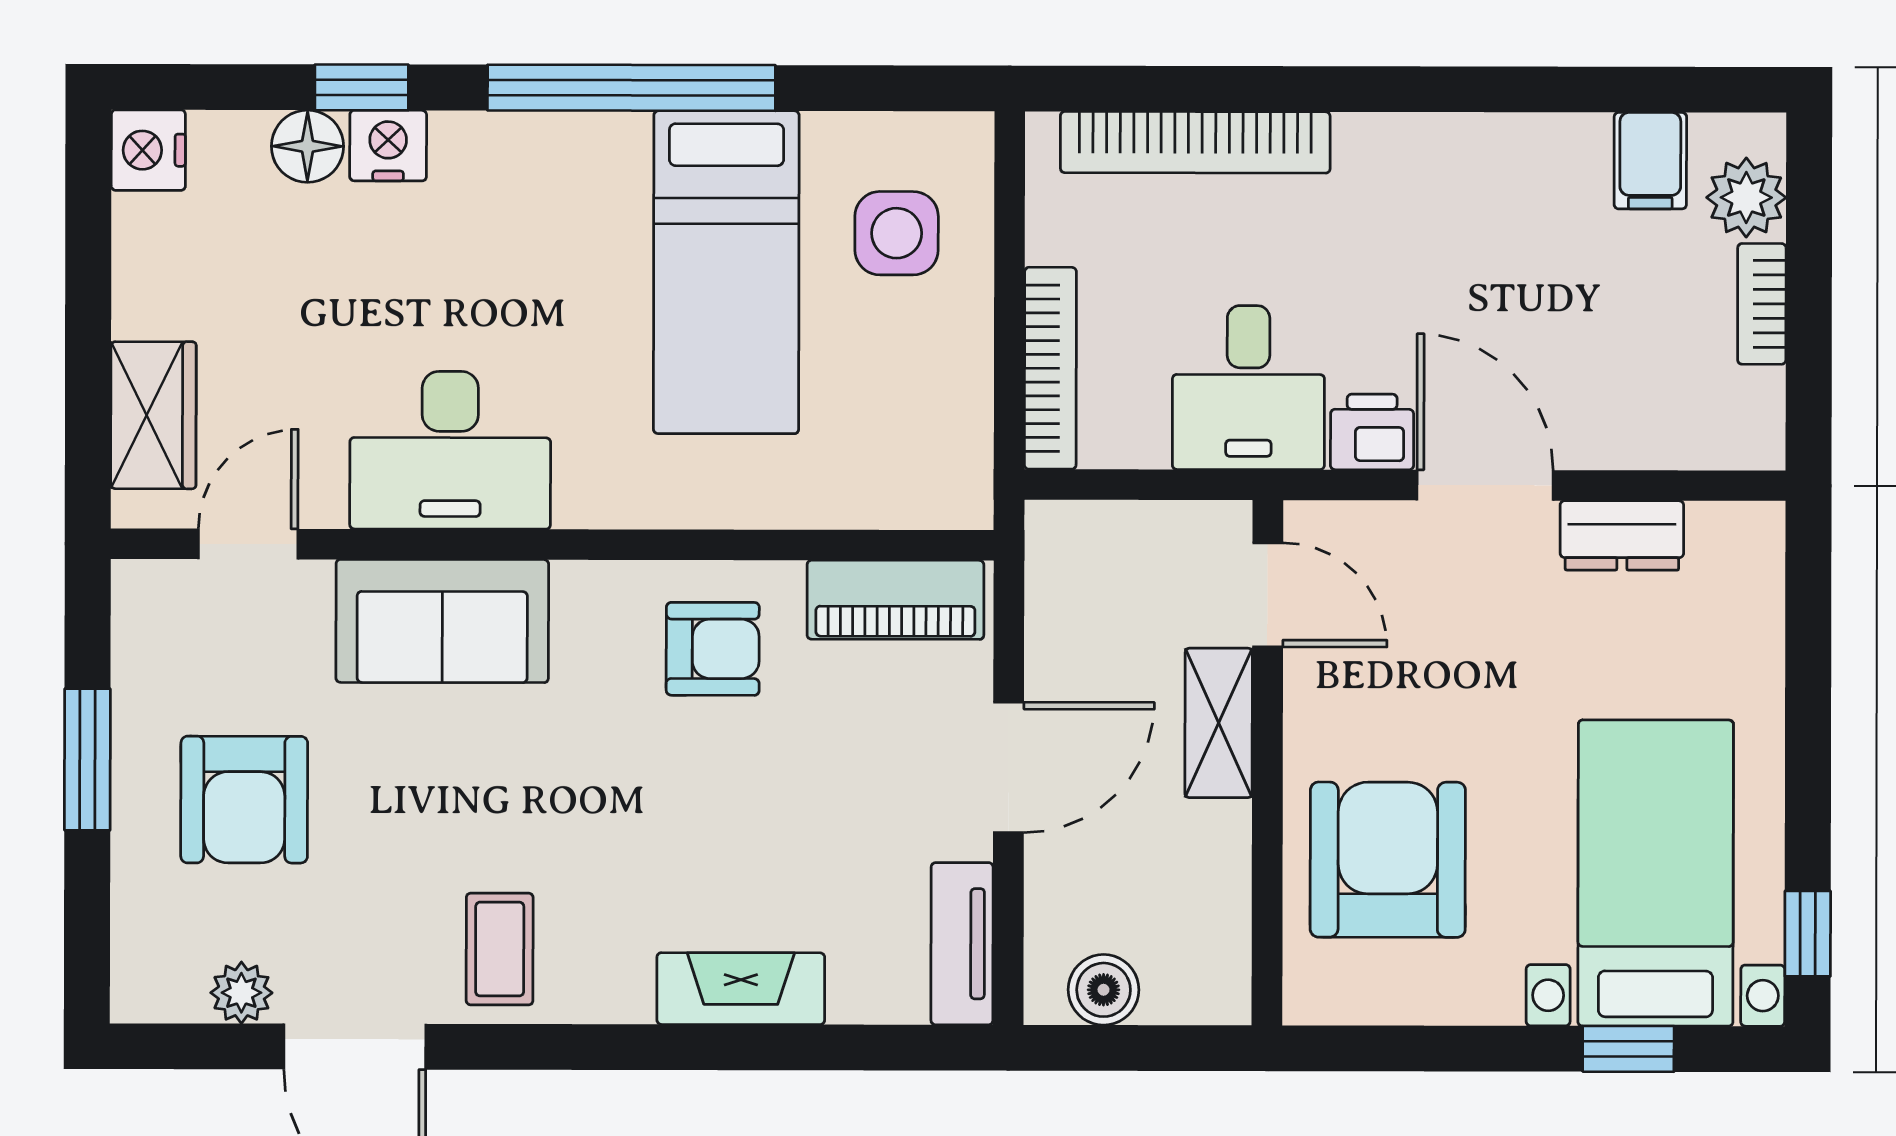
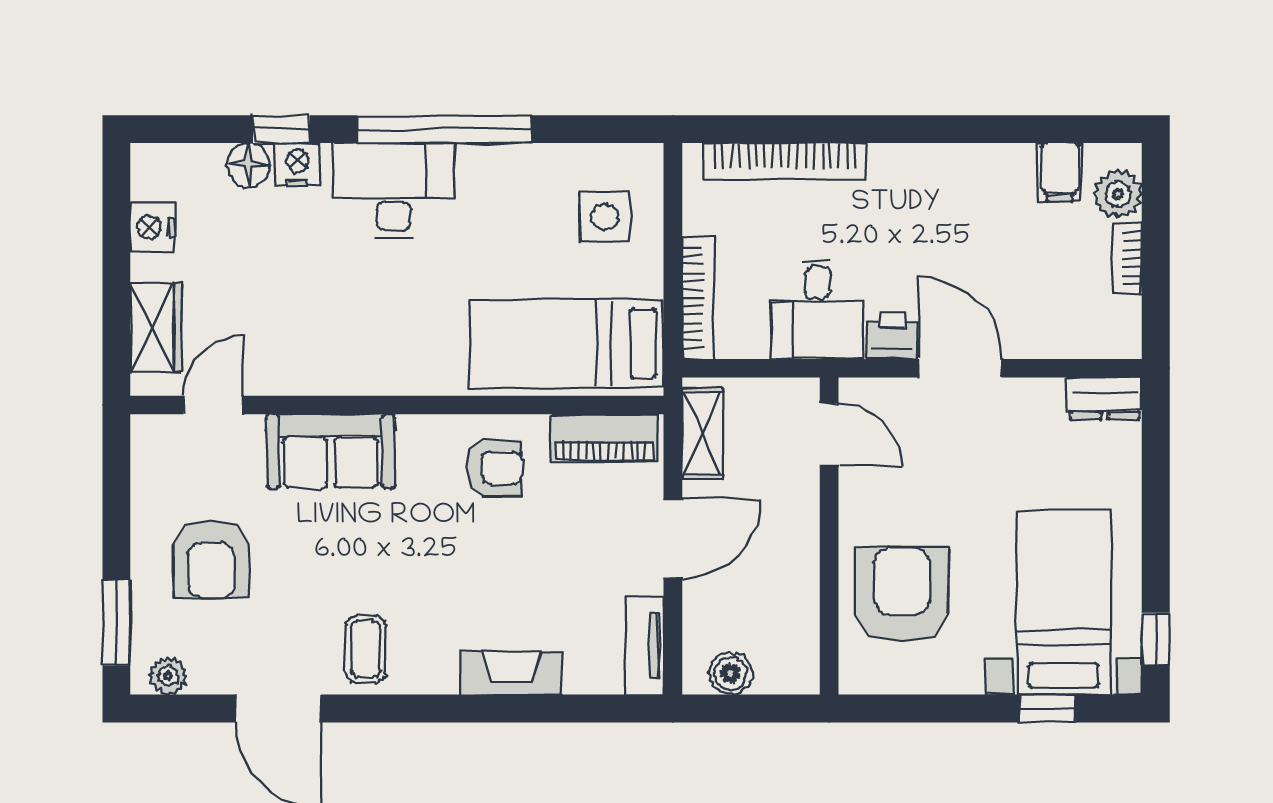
nightstand: (148, 150) -> (153, 227), moved
bed: (726, 272) -> (566, 343), moved, turned 90
desk: (450, 450) -> (394, 190), moved, turned 180
dresser: (1622, 535) -> (1105, 398), moved
shelving: (1219, 723) -> (702, 433), moved
window: (87, 760) -> (116, 623), moved
plant: (241, 993) -> (168, 676), moved

